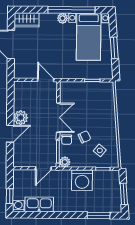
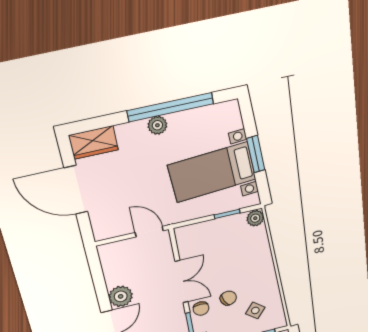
bed with nightstands: (89, 37) -> (212, 172), moved, turned 86
plant: (108, 87) -> (255, 218), added

